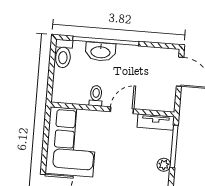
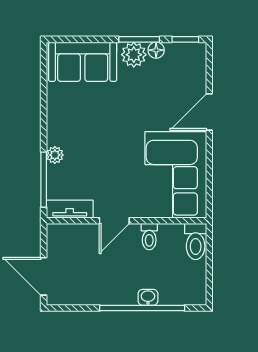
washbasin: (100, 52) -> (148, 297), width x0.52, depth x0.69
toilet: (63, 54) -> (196, 241), moved, turned 180

